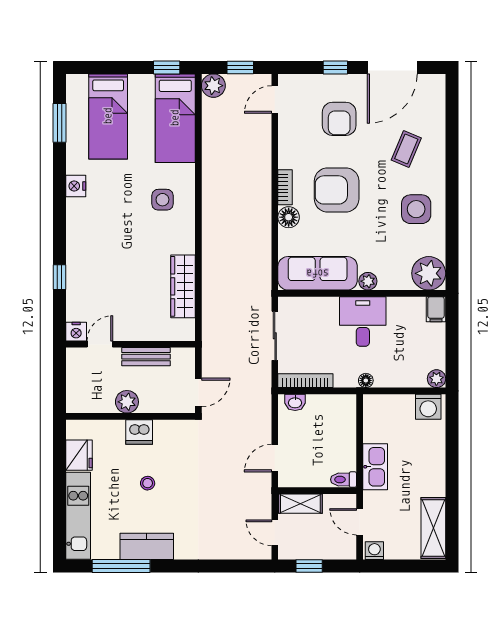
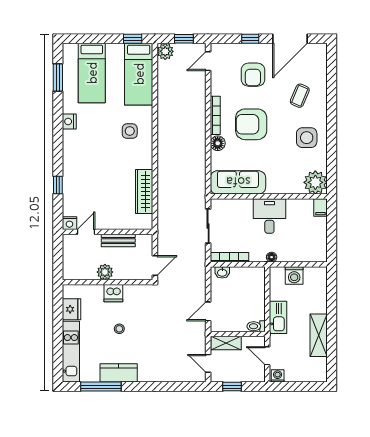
bookcase: (285, 187) -> (215, 115), width x1.56
plant: (368, 281) -> (273, 188), removed
plant: (436, 379) -> (321, 256), removed
washing machine: (428, 407) -> (294, 275), moved
shelving: (433, 528) -> (319, 335), moved

